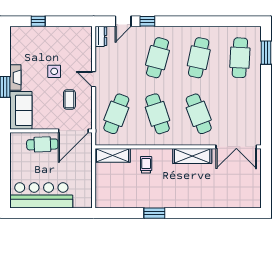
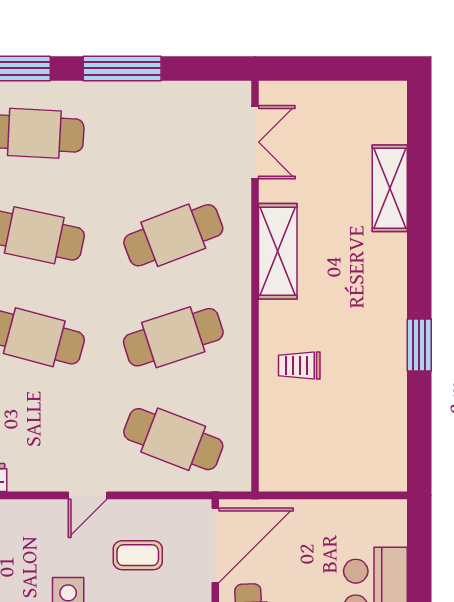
window: (266, 93) -> (122, 68), added
door: (73, 131) -> (215, 545), hinge flipped
double door: (236, 147) -> (255, 142), width x0.73
shelving: (113, 155) -> (390, 188), moved

